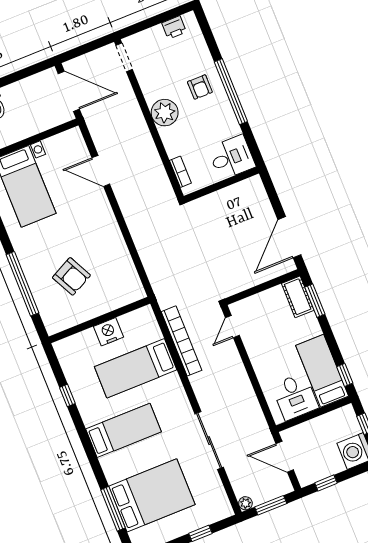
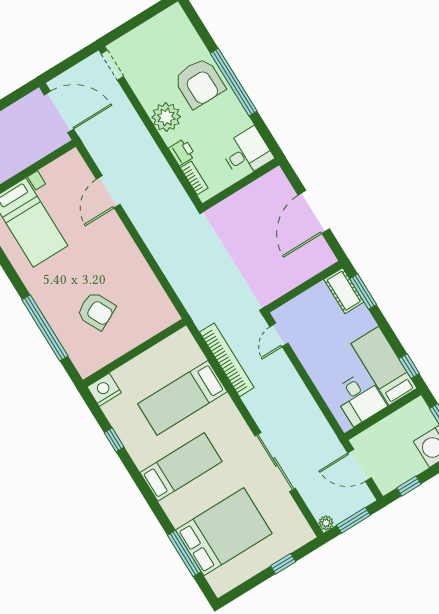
printer: (174, 27) -> (182, 152), moved, turned -90
armchair: (200, 87) -> (199, 83), width x1.88, depth x1.88
door: (101, 171) -> (108, 192), hinge flipped
door: (289, 237) -> (314, 212), moved
nightstand: (108, 332) -> (104, 390), moved

